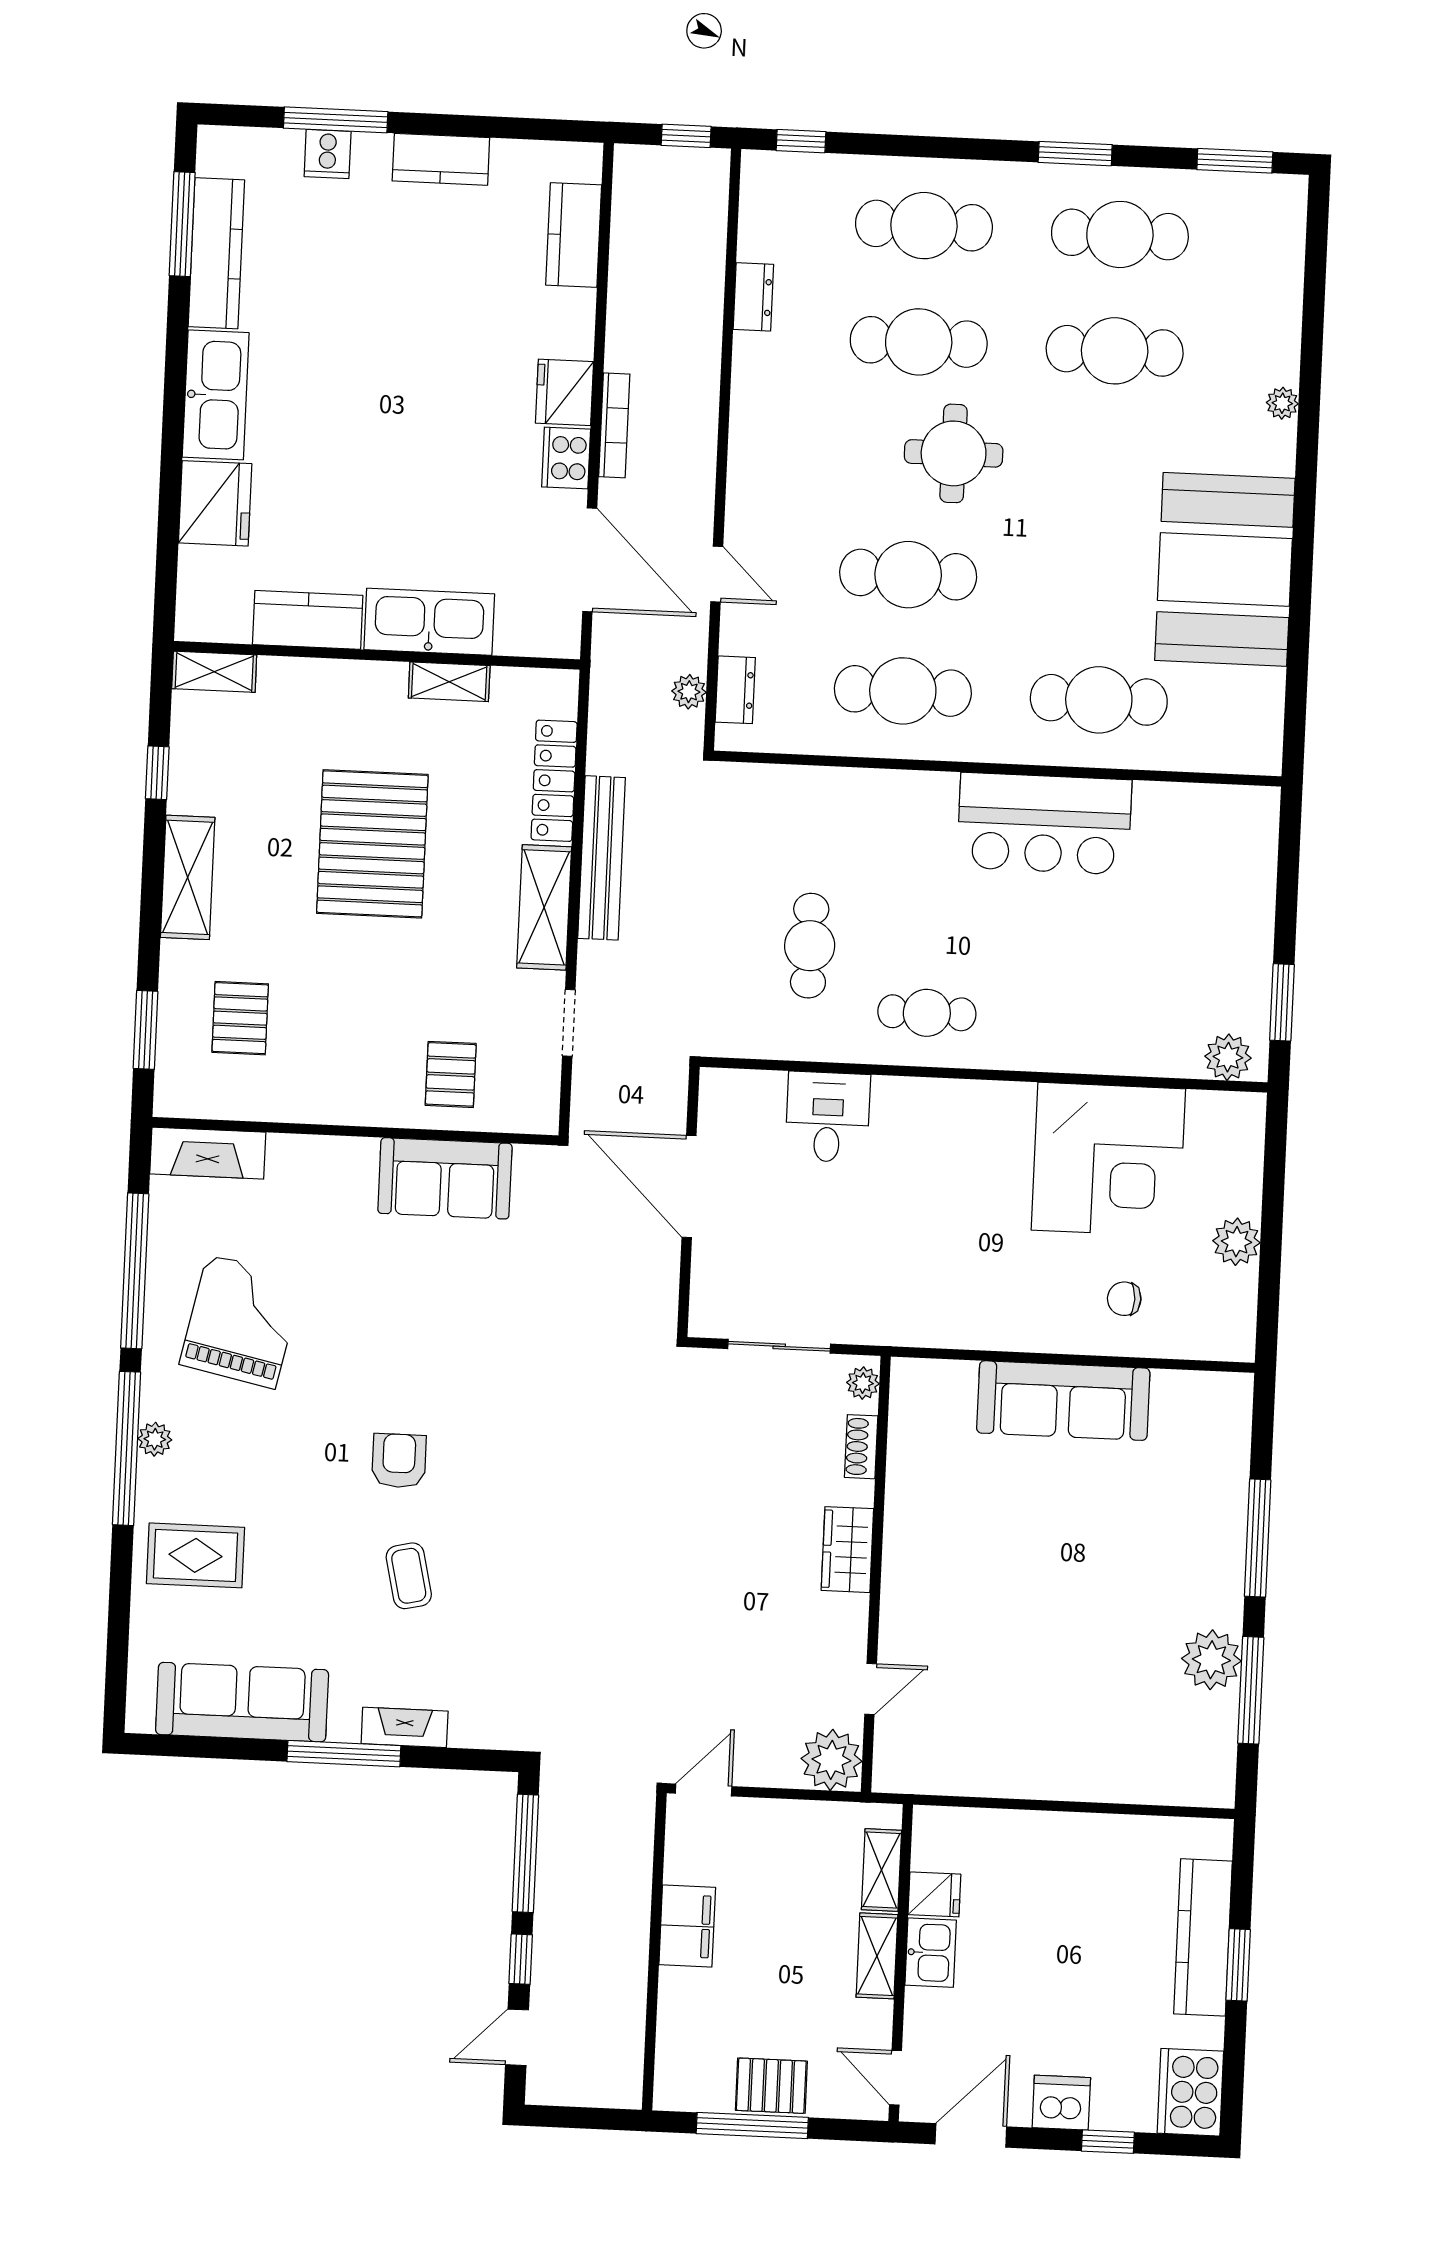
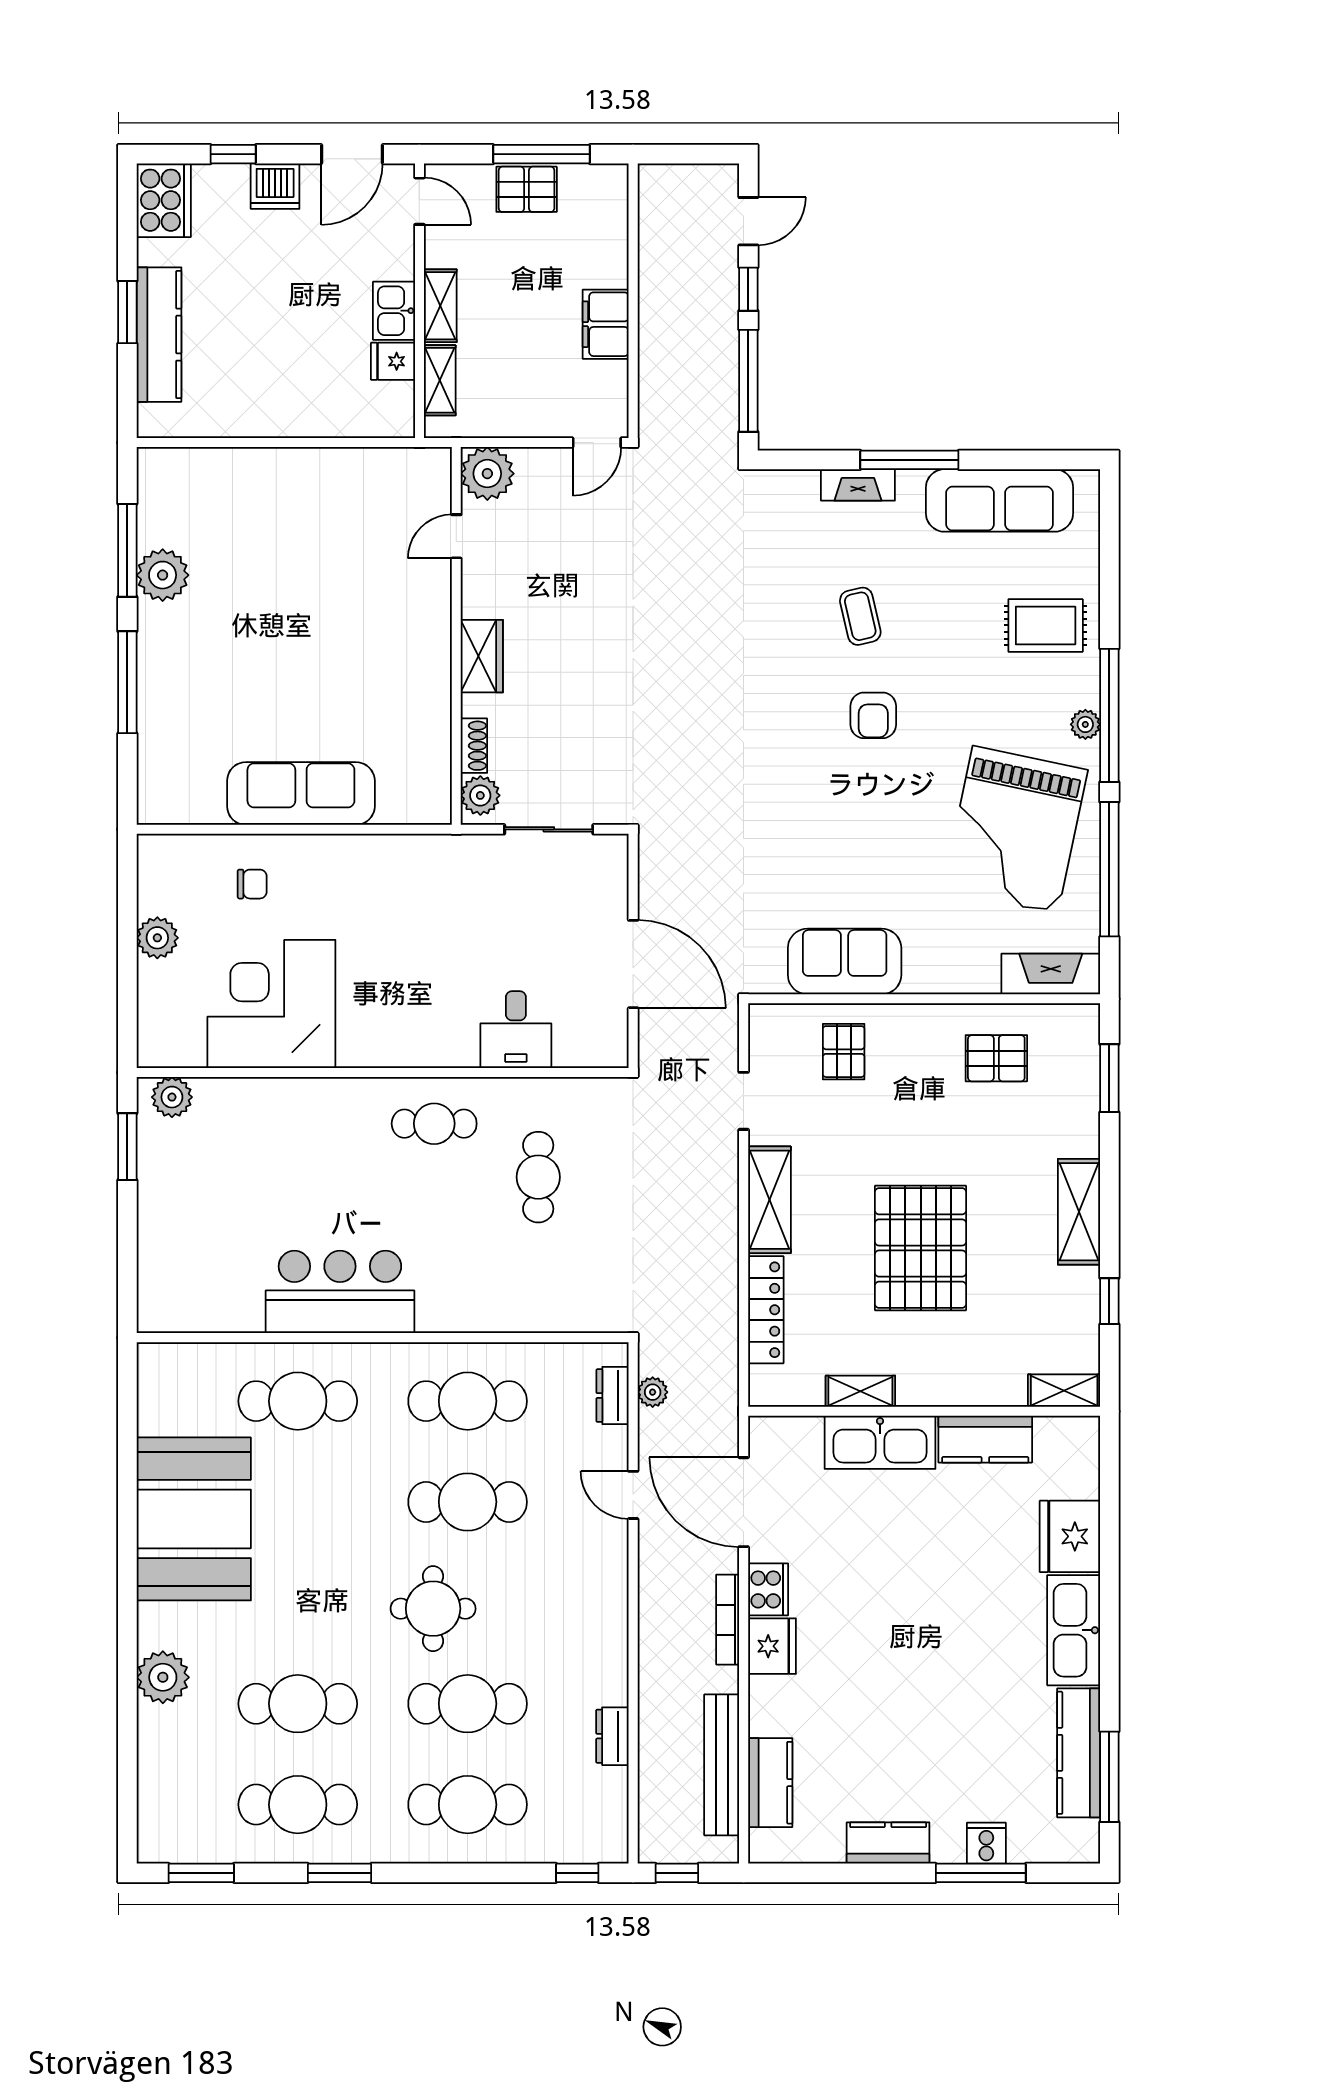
plant: (1282, 403) -> (163, 1677), width x1.87, depth x1.87
bench: (602, 858) -> (722, 1765), moved
pallet: (240, 1018) -> (996, 1058), moved, turned 90
grand piano: (241, 1321) -> (1015, 830), width x1.37, depth x1.48
plant: (863, 1383) -> (480, 795), width x1.38, depth x1.38

